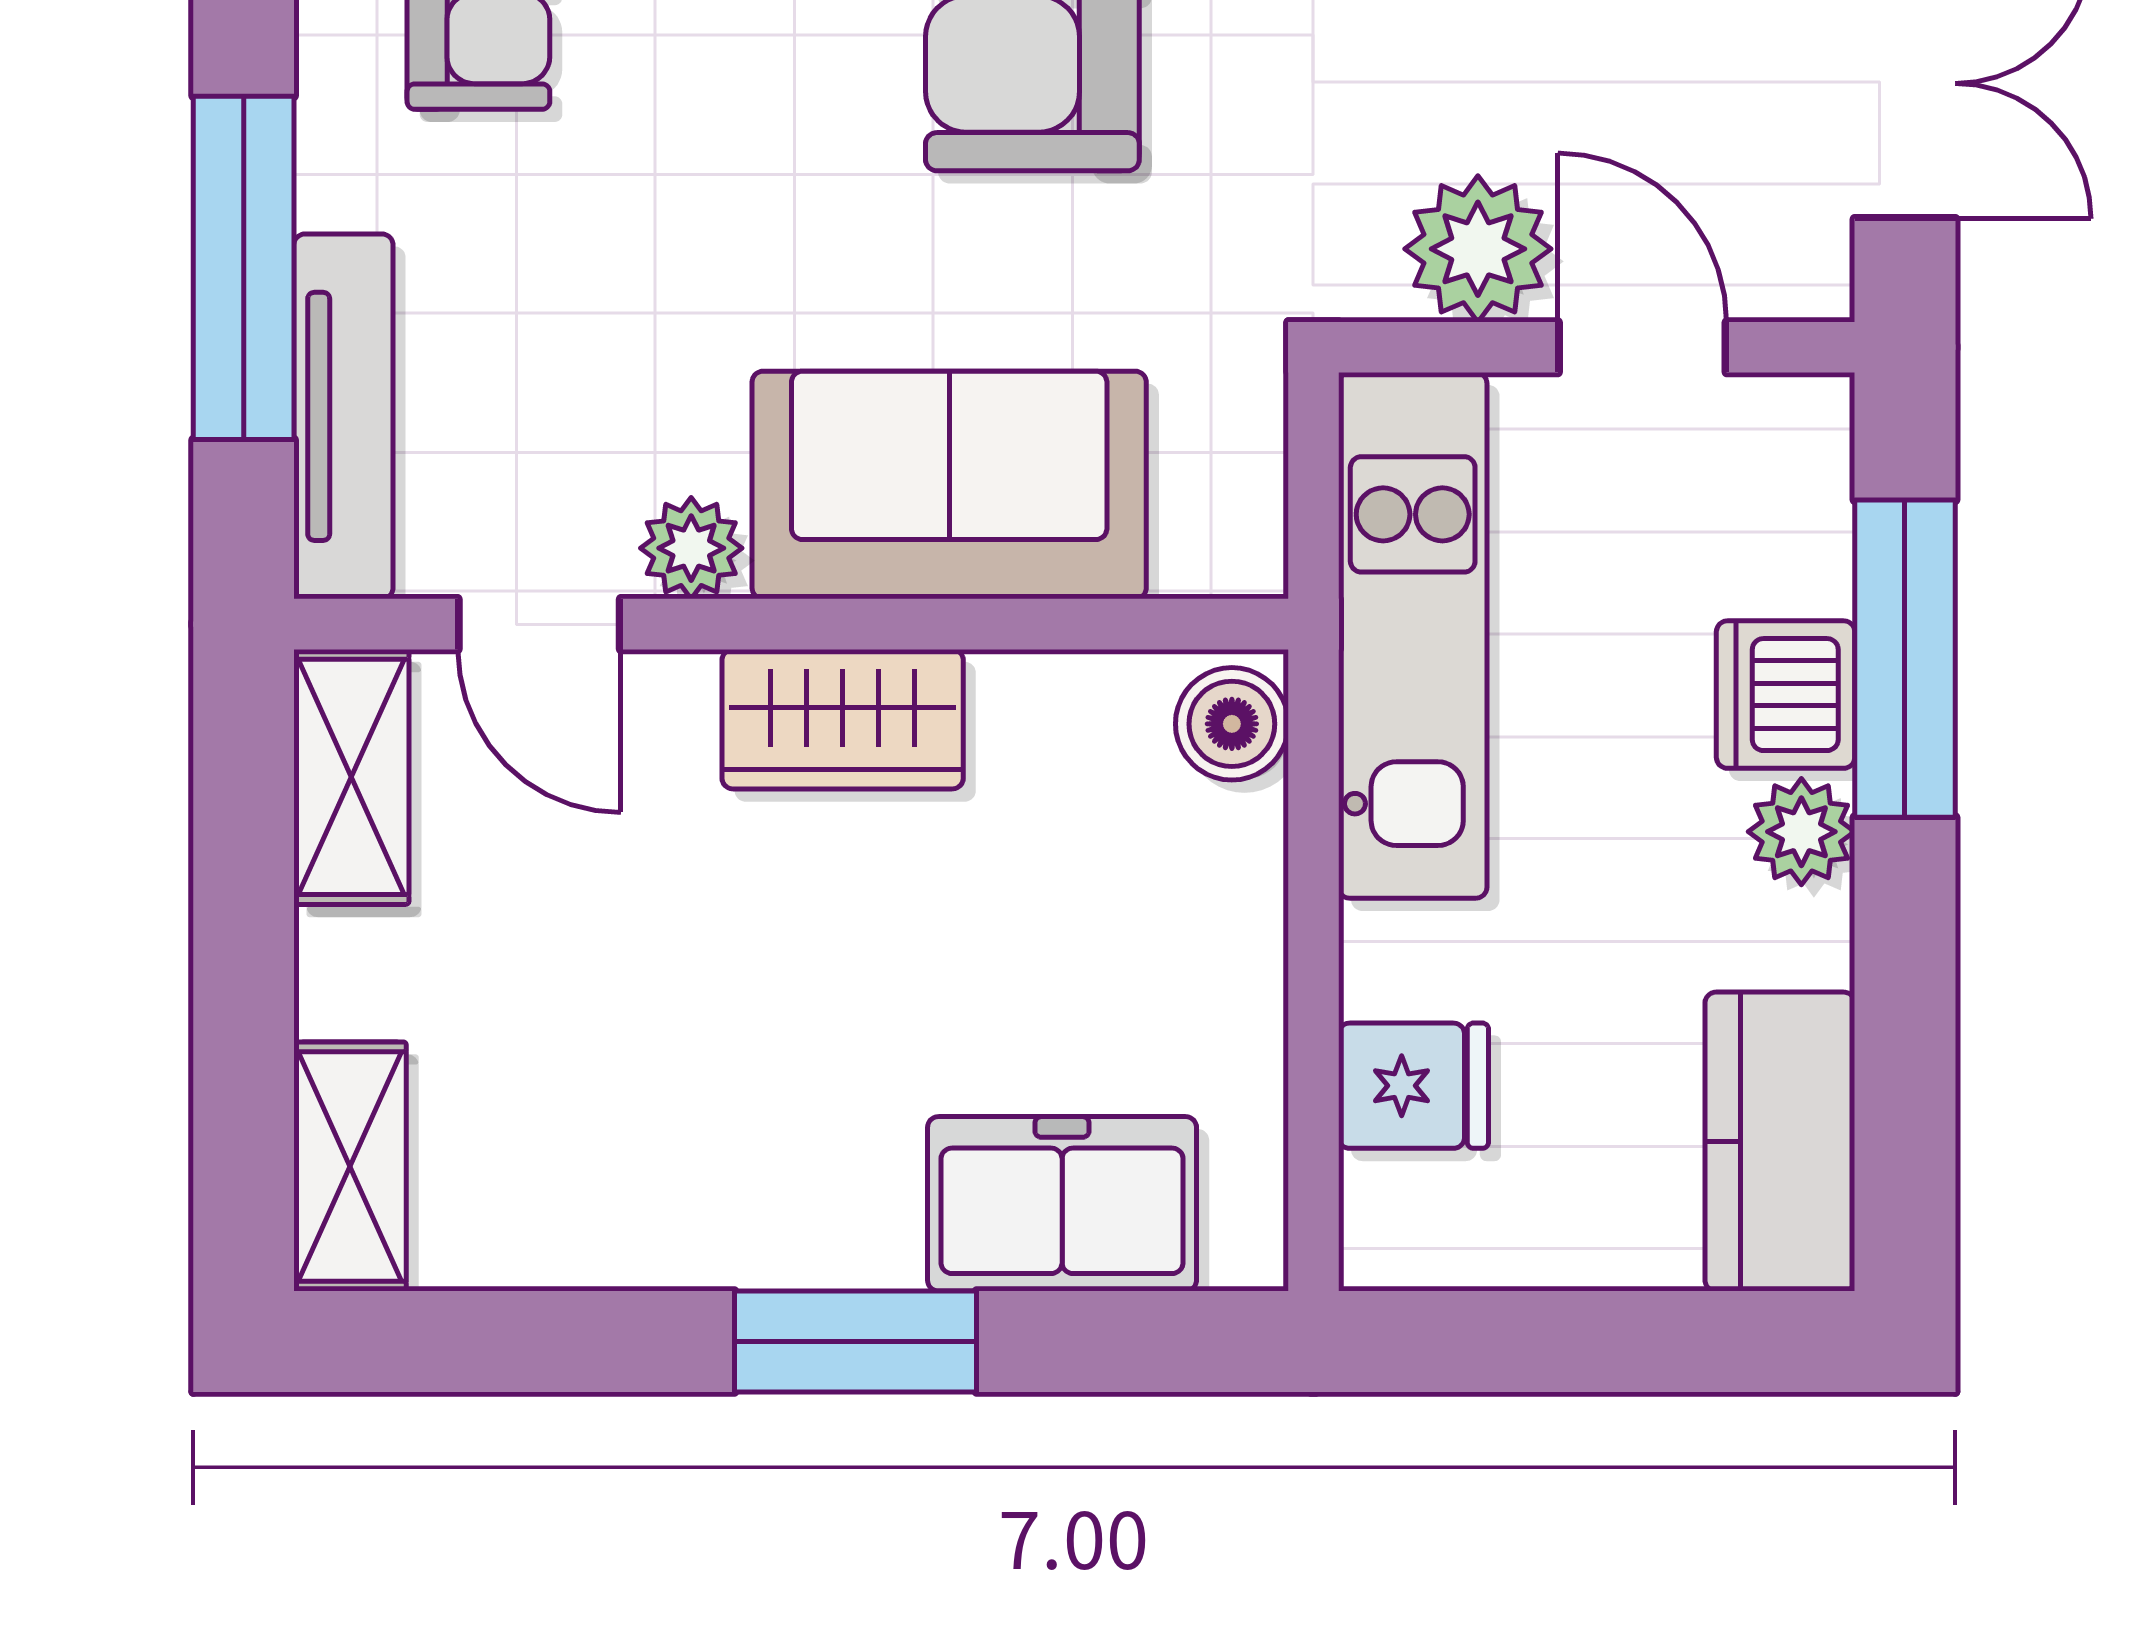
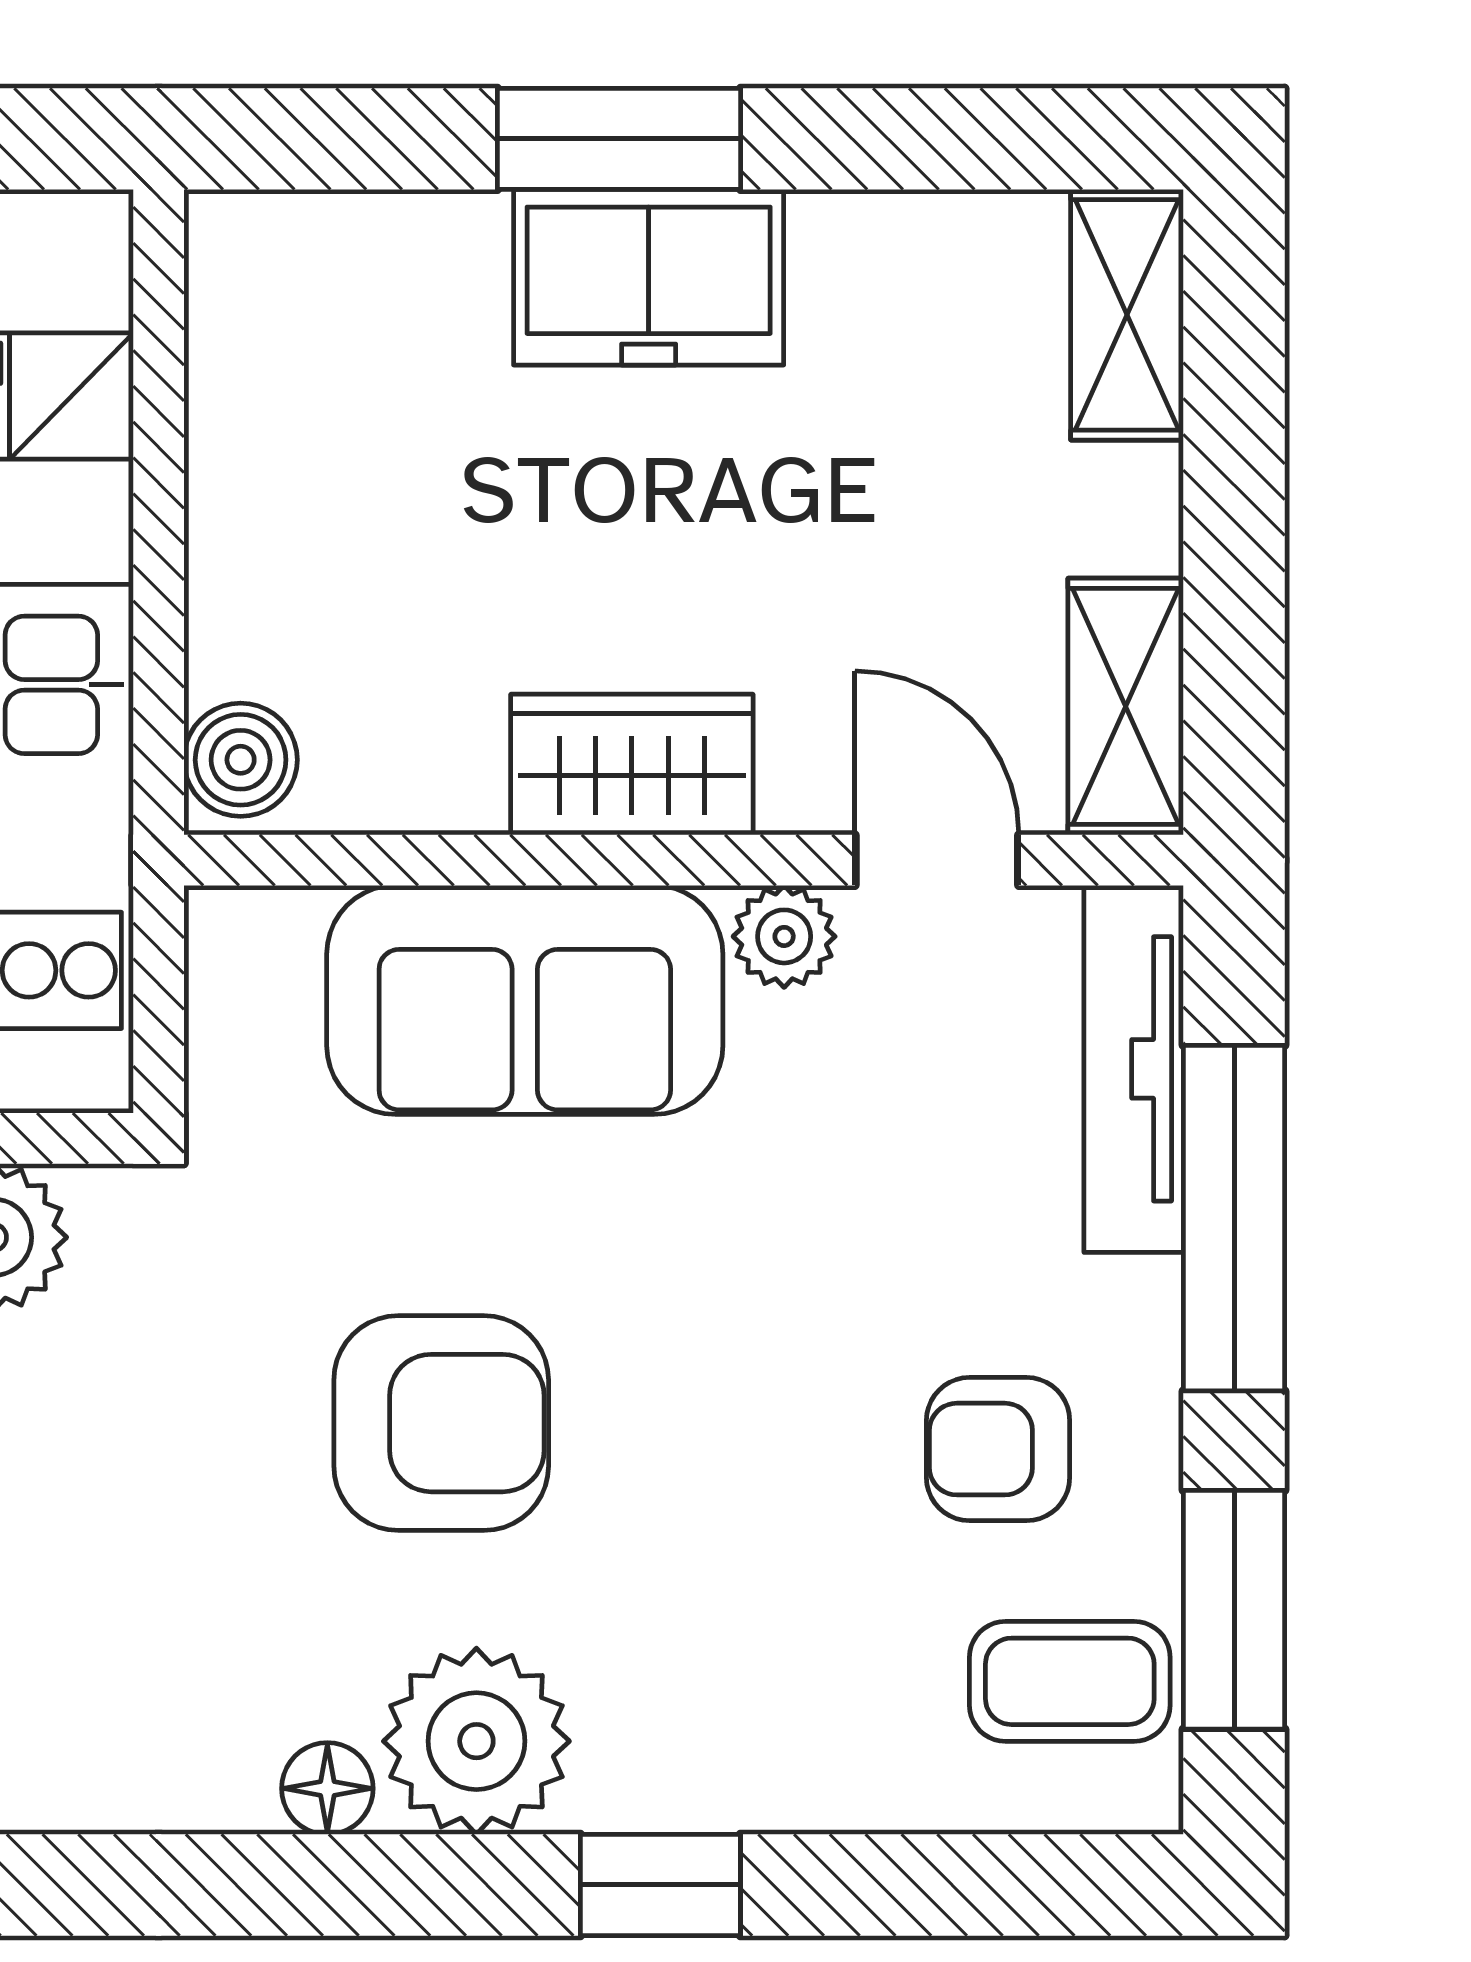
freezer: (1062, 1204) -> (649, 277), moved

